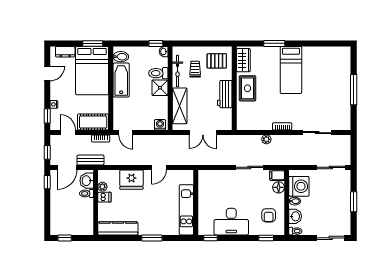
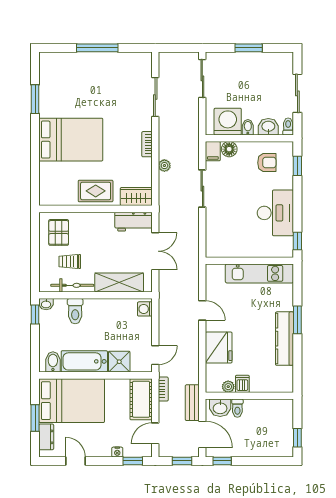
window: (93, 43) -> (35, 418), moved
window: (274, 43) -> (35, 99), moved
wardrobe: (243, 60) -> (136, 197), moved
bed: (291, 70) -> (71, 140), width x1.50
shower: (160, 88) -> (119, 362), moved
workbench: (225, 94) -> (134, 222), moved
kitchen counter: (118, 228) -> (284, 339), moved
sliding door: (331, 238) -> (297, 93), moved

